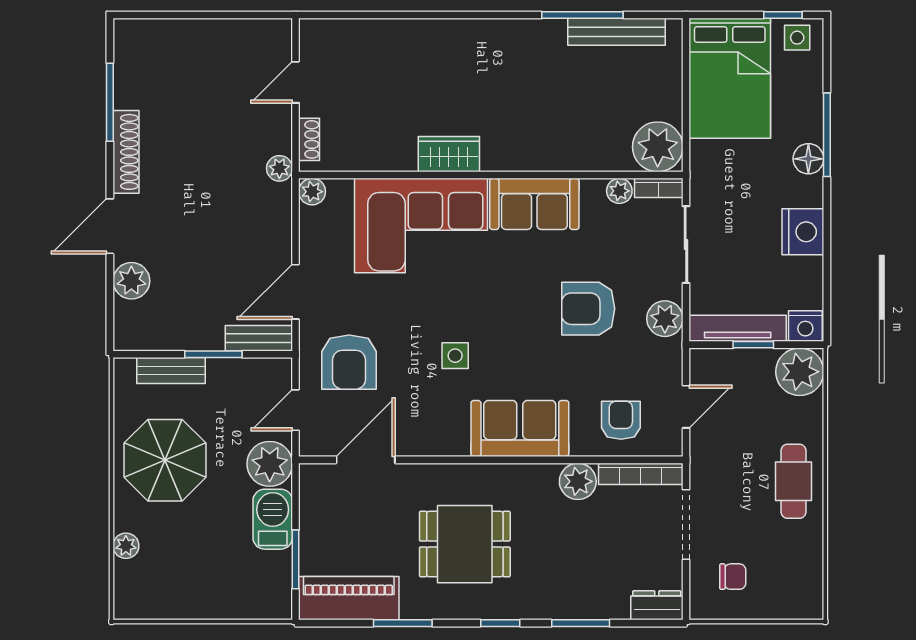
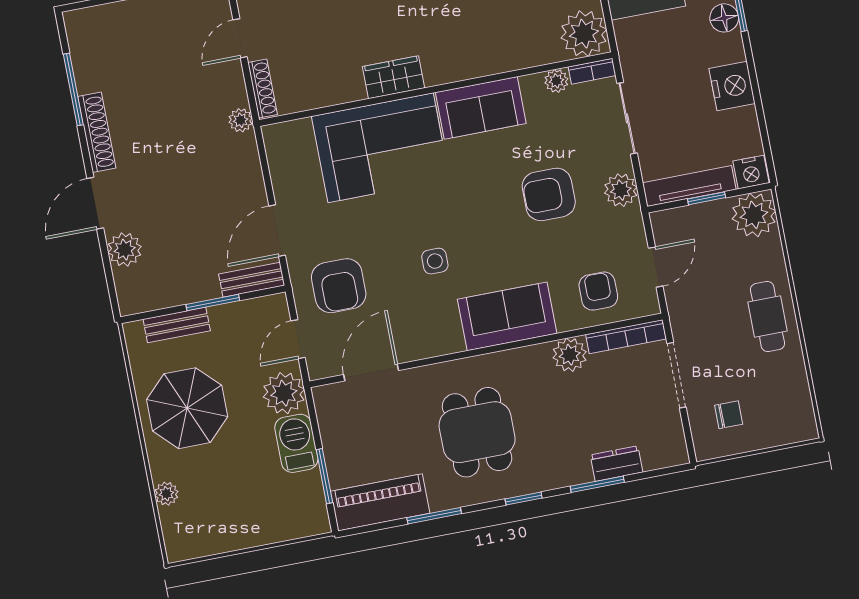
shoe rack: (309, 139) -> (263, 88), width x1.43
plant: (312, 192) -> (275, 136), removed
dining table: (465, 544) -> (477, 432), turned 90
dresser: (657, 605) -> (617, 464), moved

